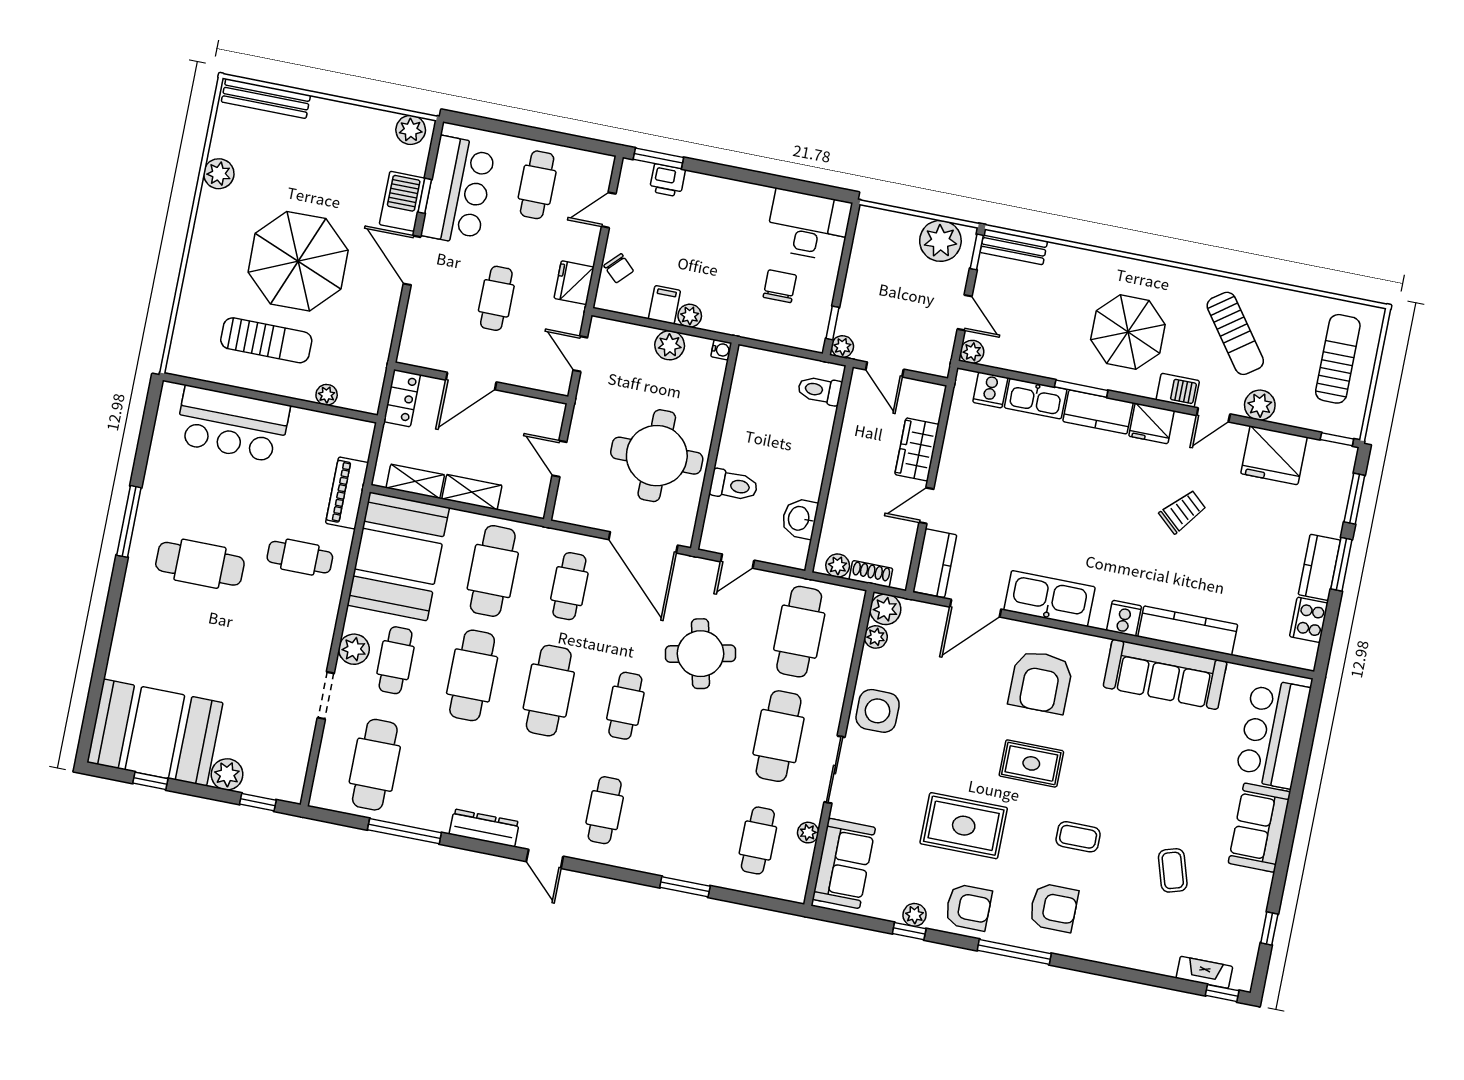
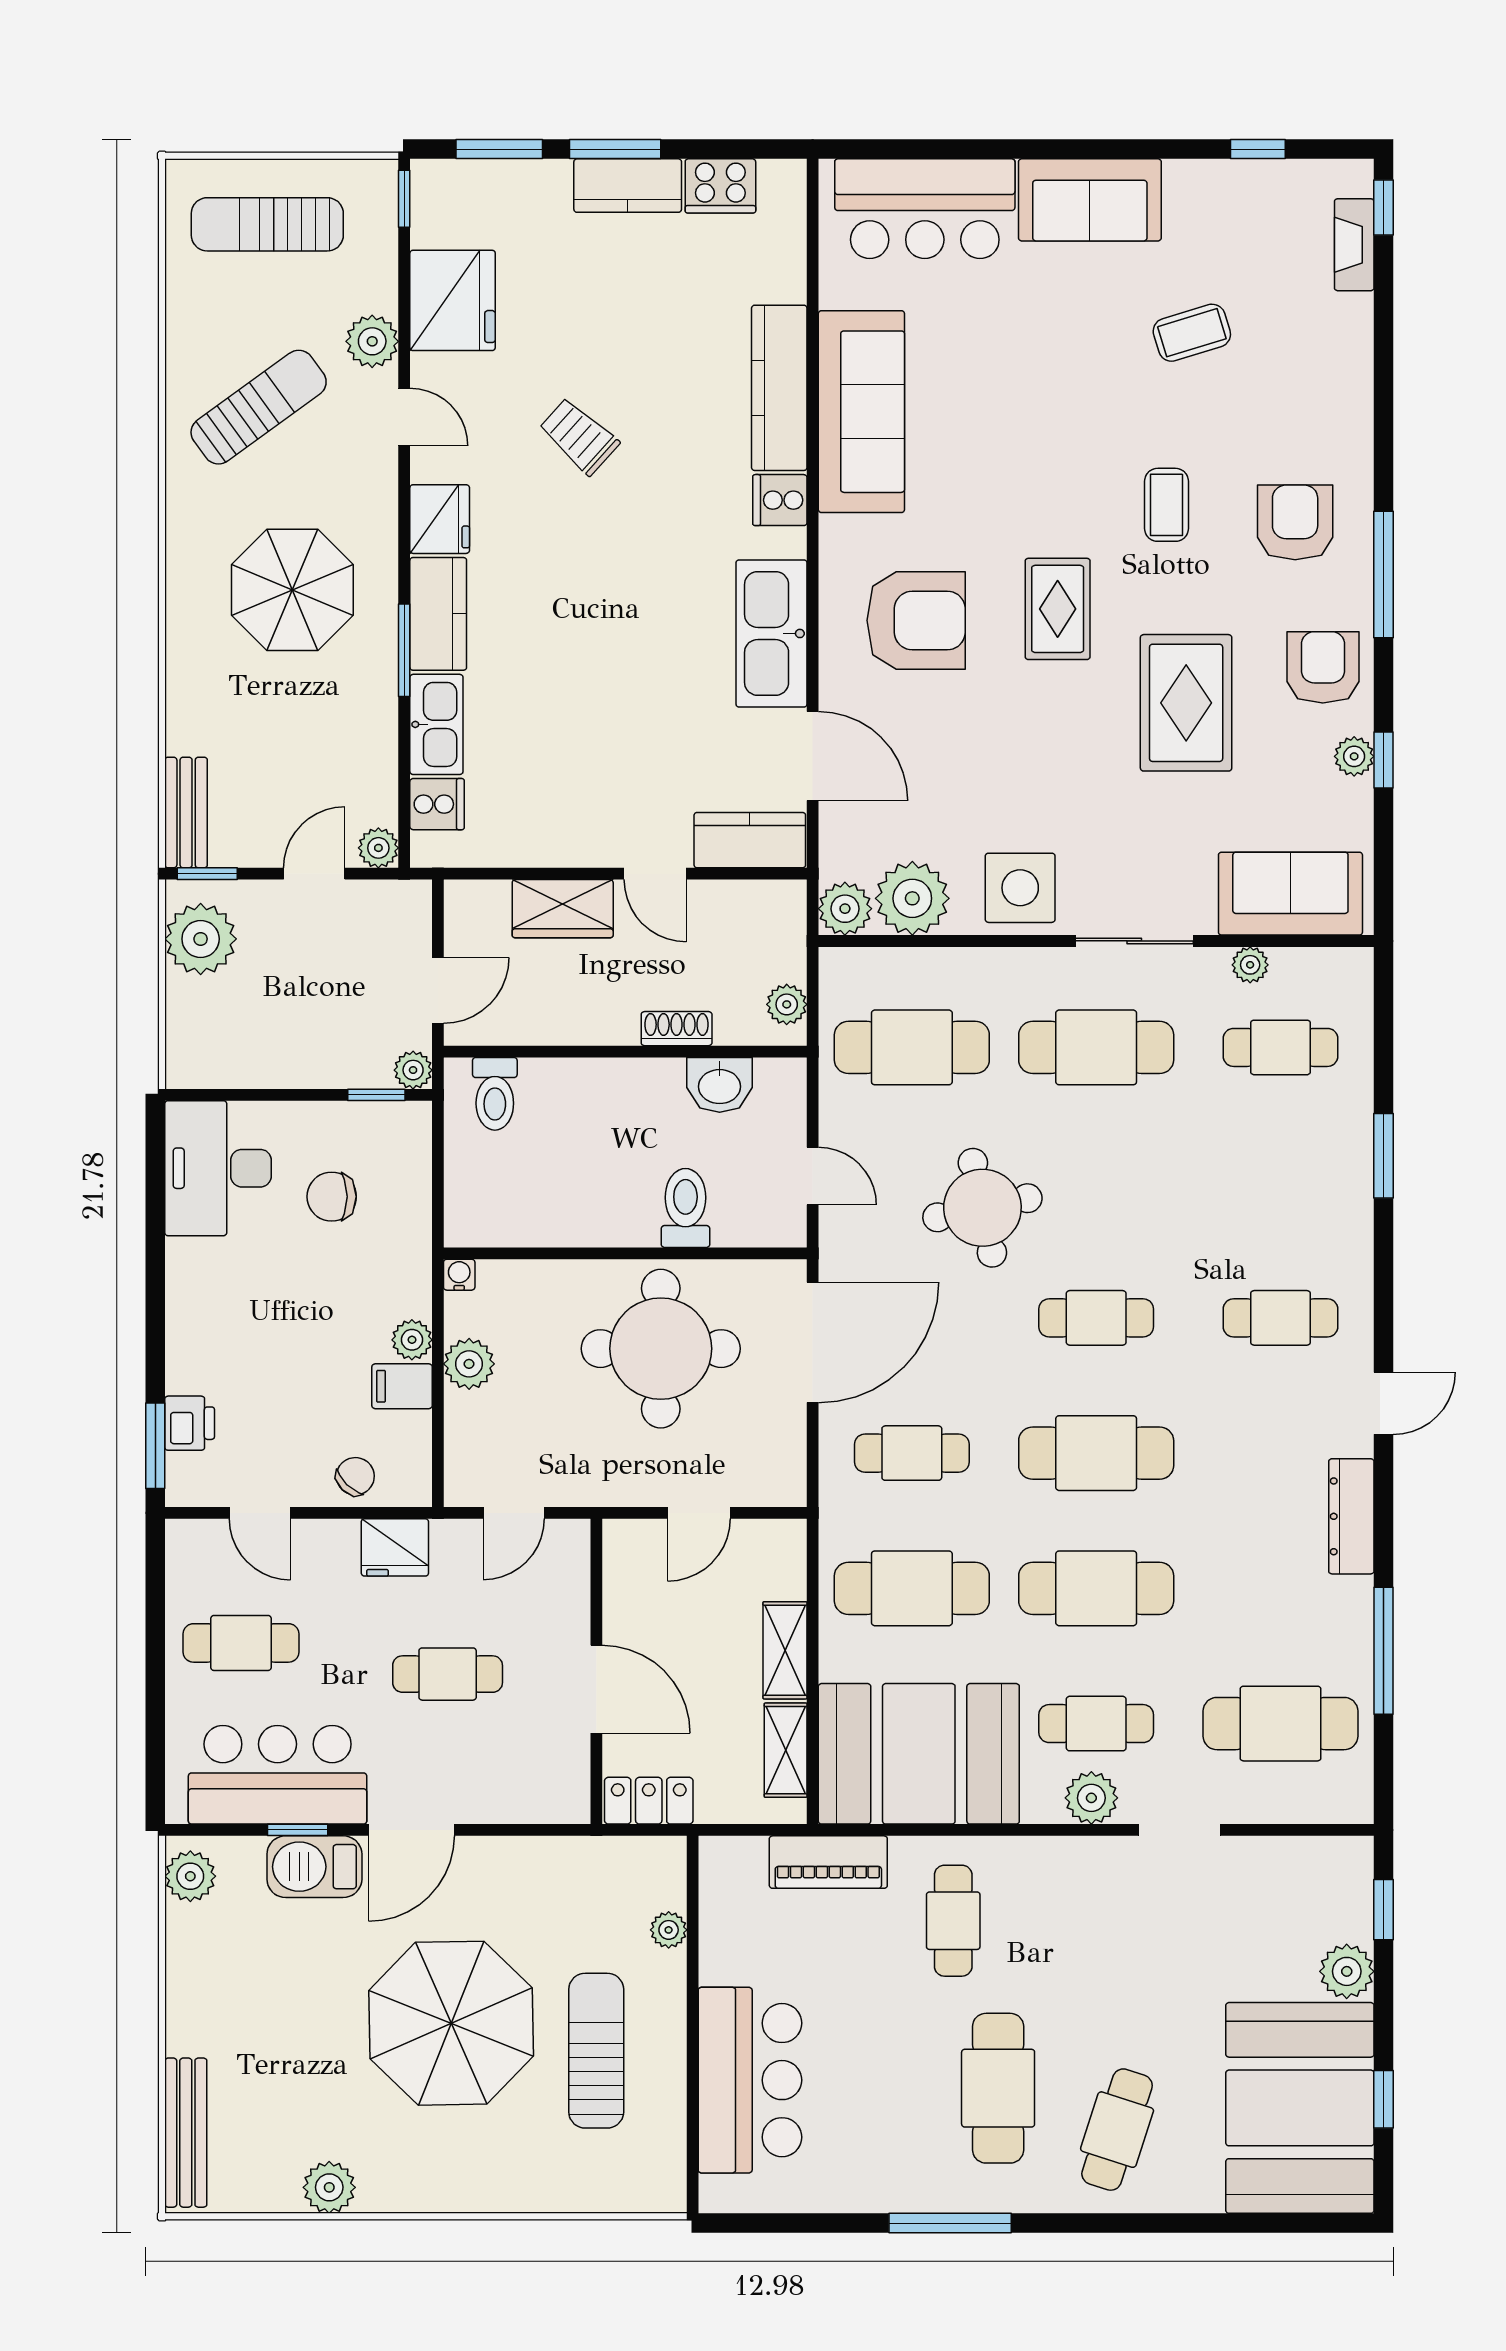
barbecue: (1178, 390) -> (375, 486), removed
shoe rack: (871, 574) -> (677, 1029), moved, turned 90
cafe table: (163, 626) -> (1117, 2130), added
plant: (876, 637) -> (912, 898), width x1.87, depth x1.87

